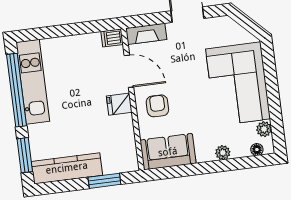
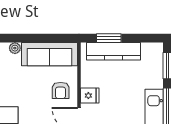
sofa: (168, 152) -> (50, 54), width x1.36
kitchen counter: (67, 168) -> (114, 51), moved

